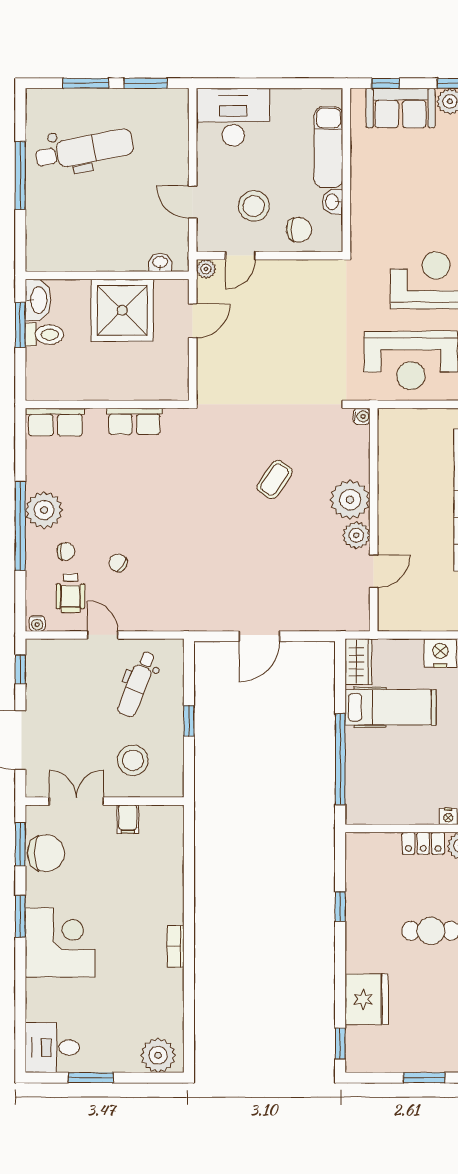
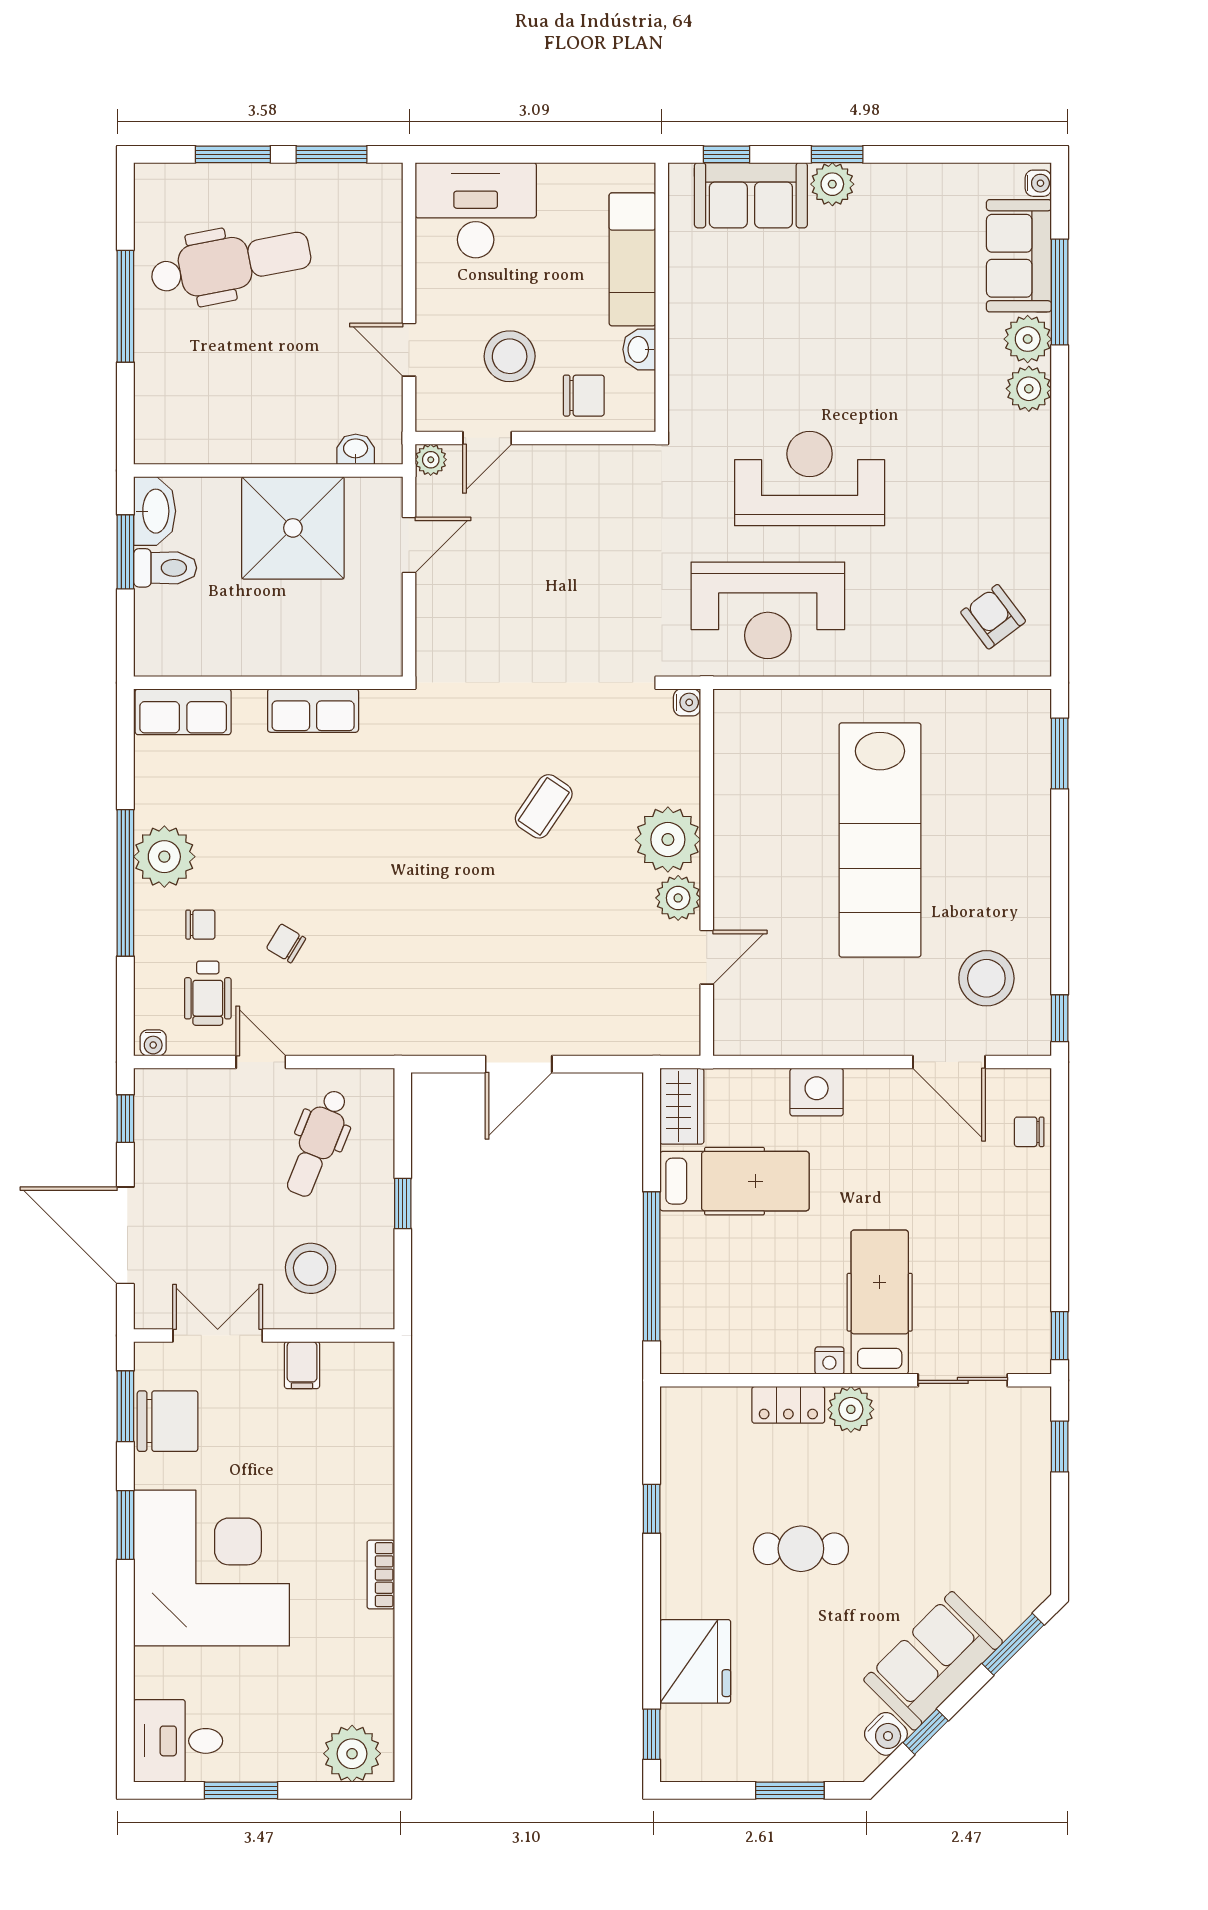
corner desk: (60, 942) -> (211, 1568), width x1.36, depth x1.36

